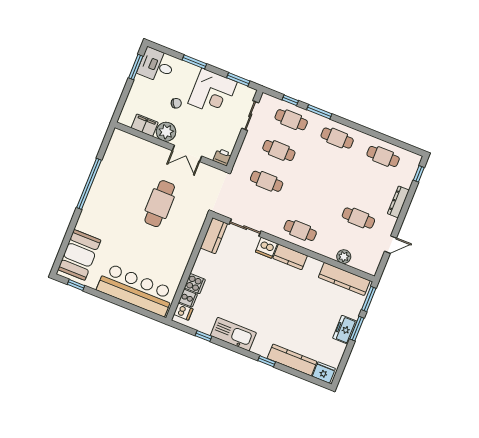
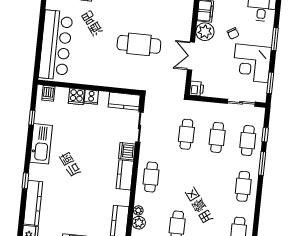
plant: (331, 254) -> (138, 210), added
cooker: (188, 298) -> (91, 97), moved

